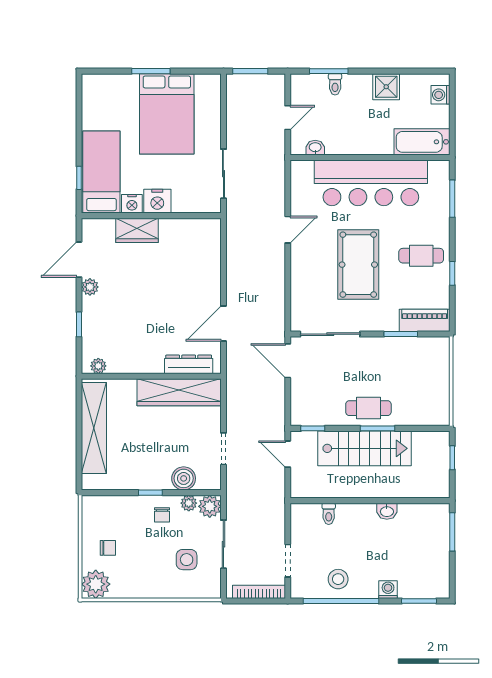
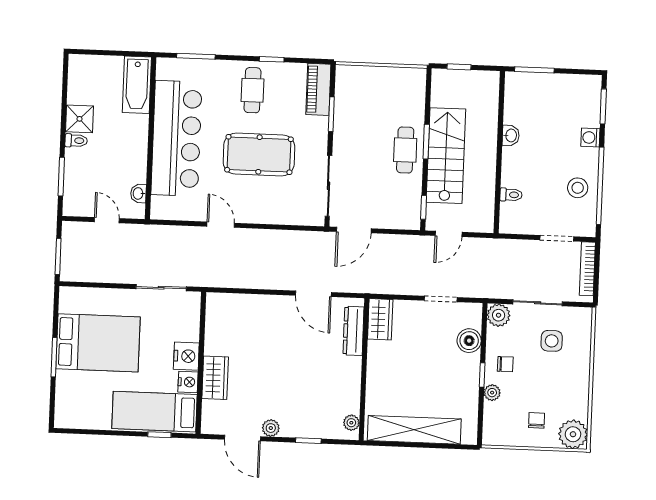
toilet: (335, 84) -> (76, 141), moved
washing machine: (441, 95) -> (90, 64), removed
wardrobe: (179, 392) -> (380, 319), width x0.48, depth x0.85
plant: (189, 503) -> (492, 393), moved

